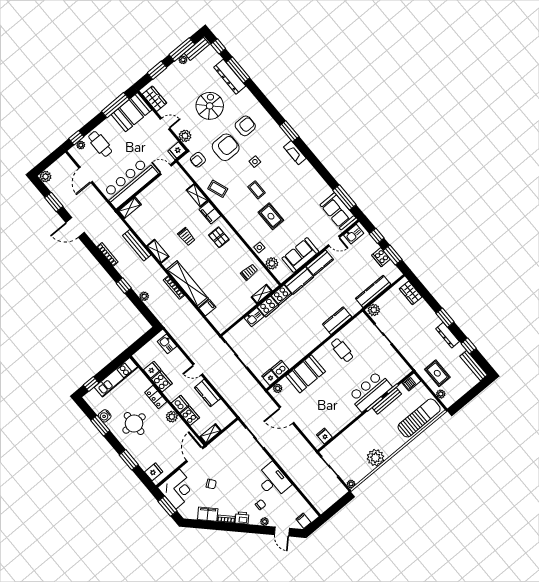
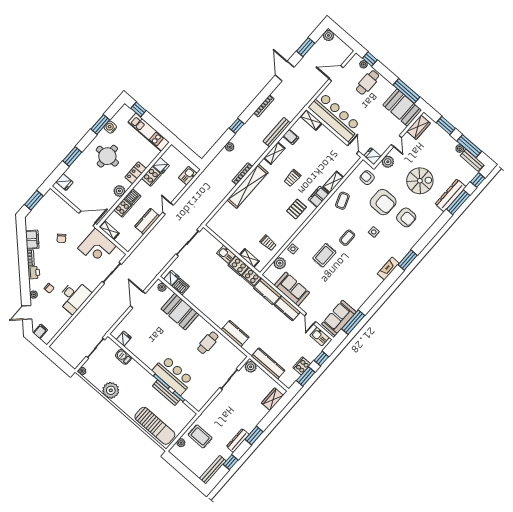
filing cabinet: (207, 308) -> (291, 137), moved
rug: (437, 373) -> (200, 436), turned 90
barbecue: (411, 382) -> (123, 357), moved
corner desk: (178, 489) -> (97, 247), moved

